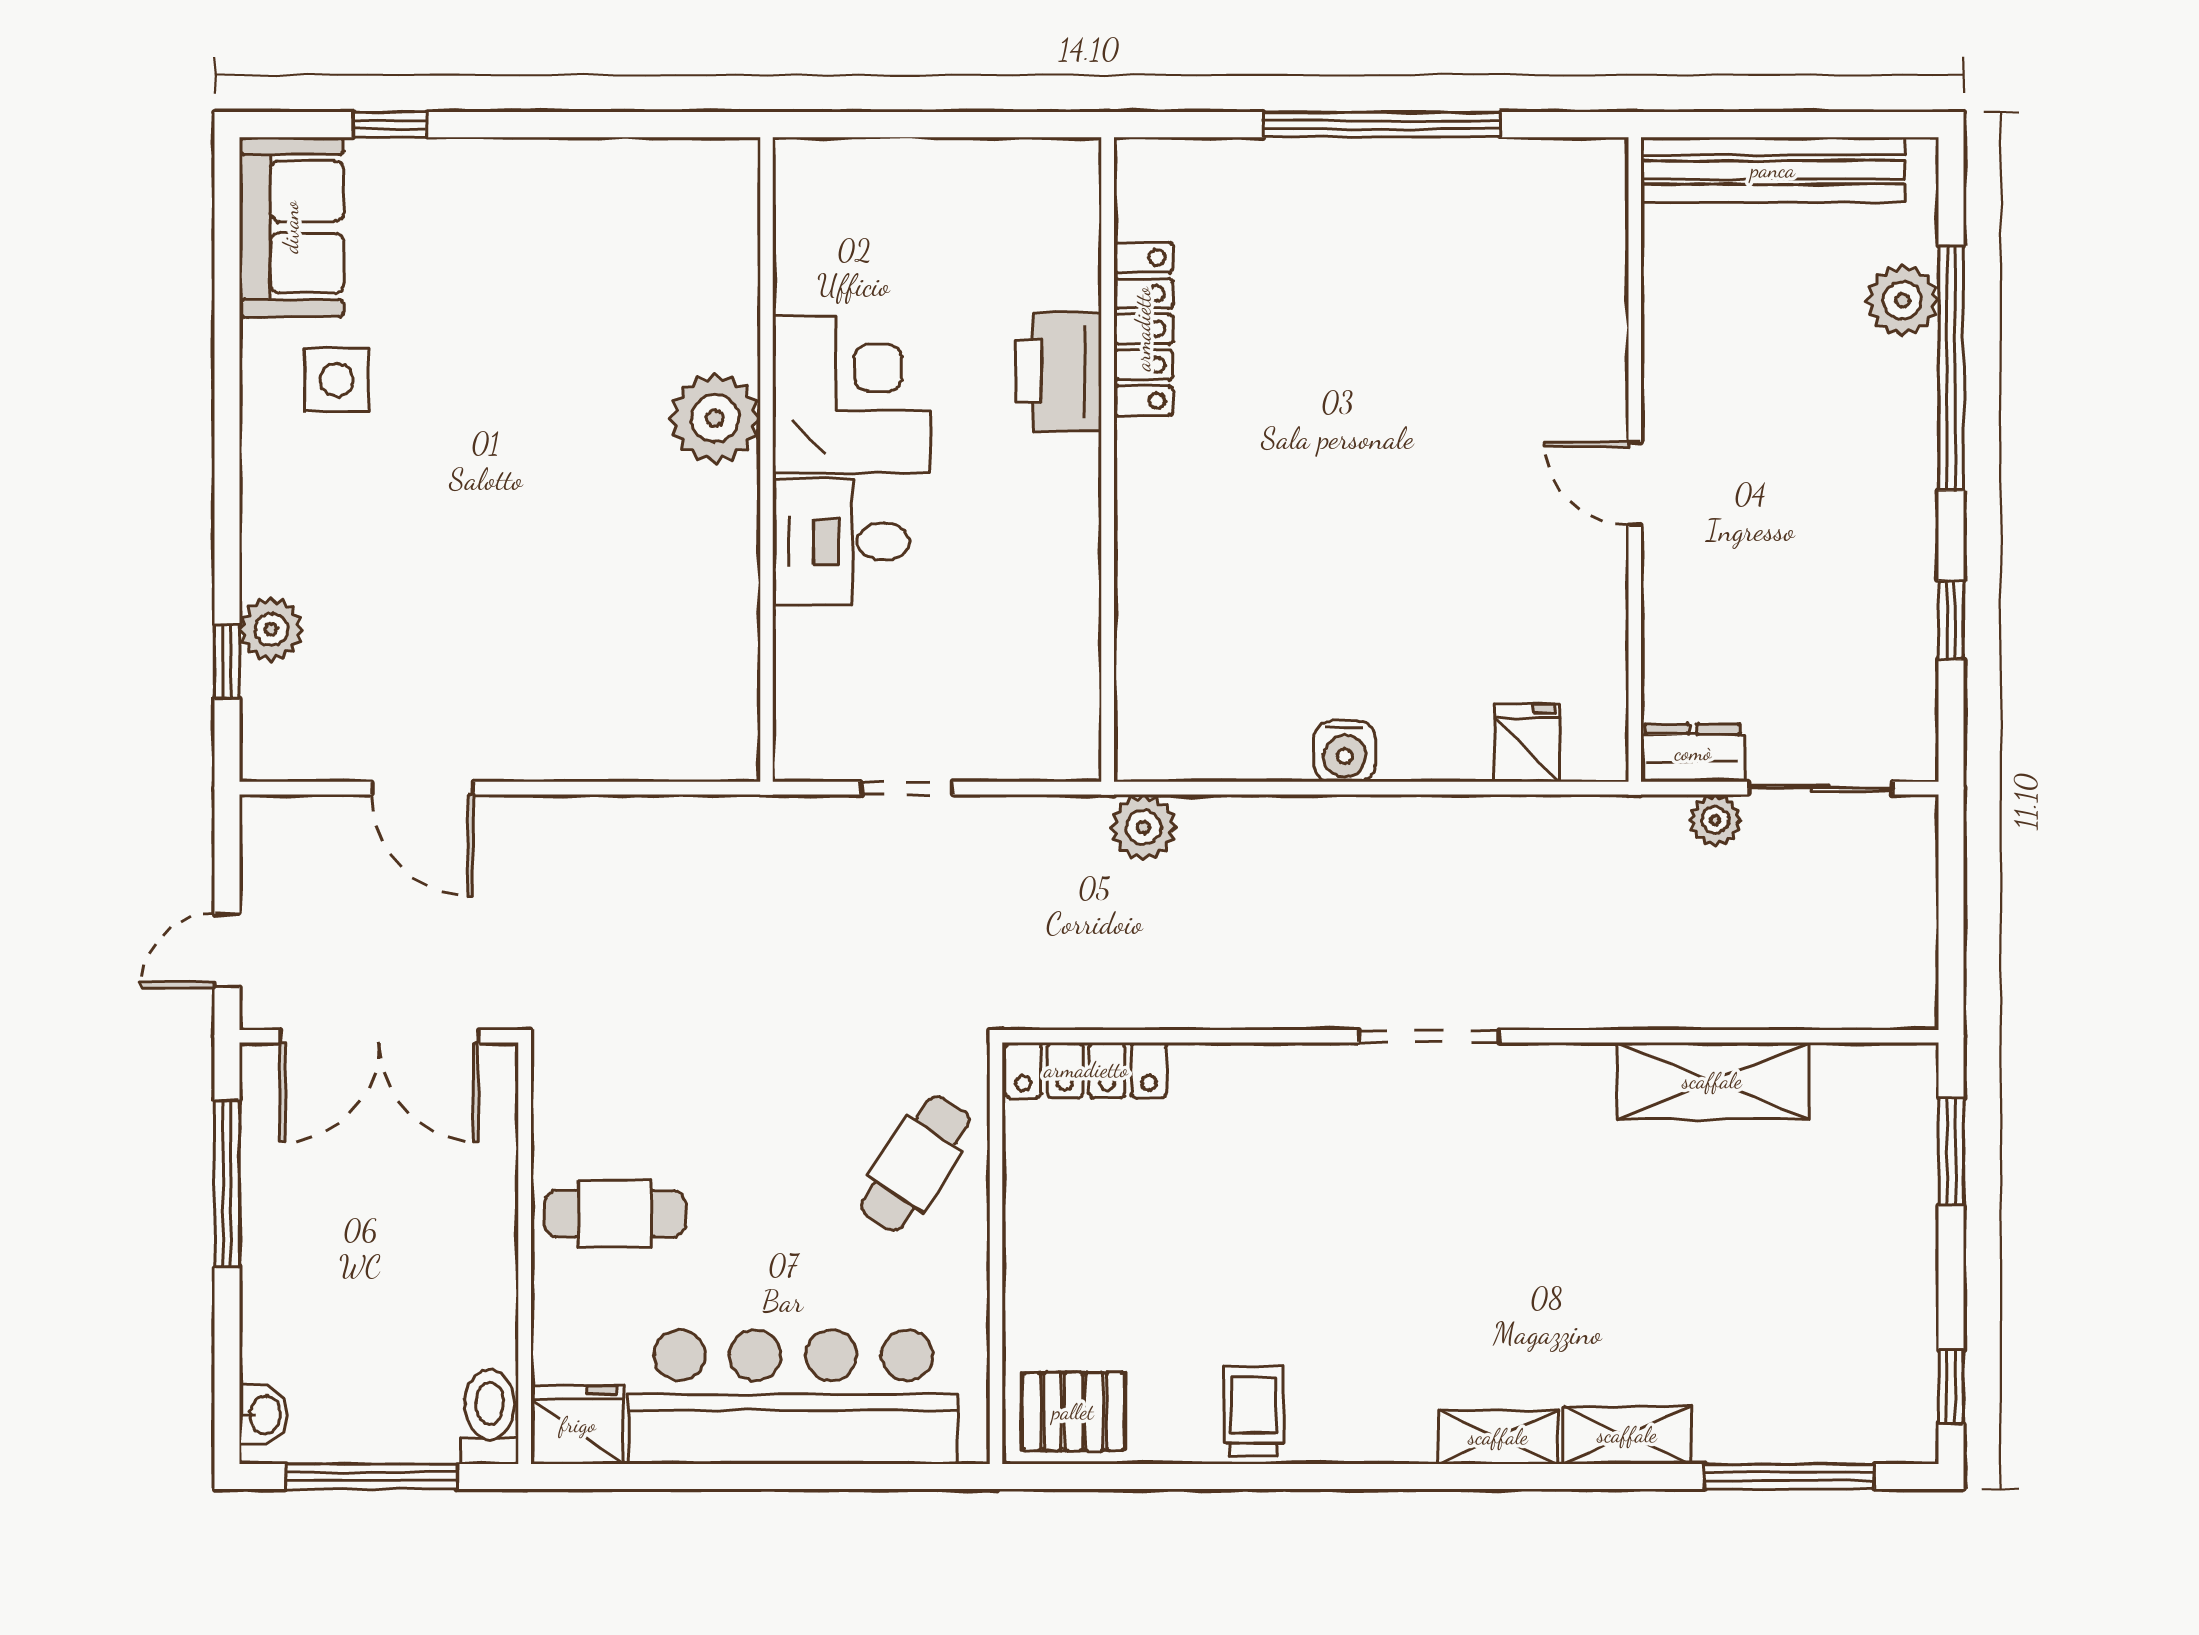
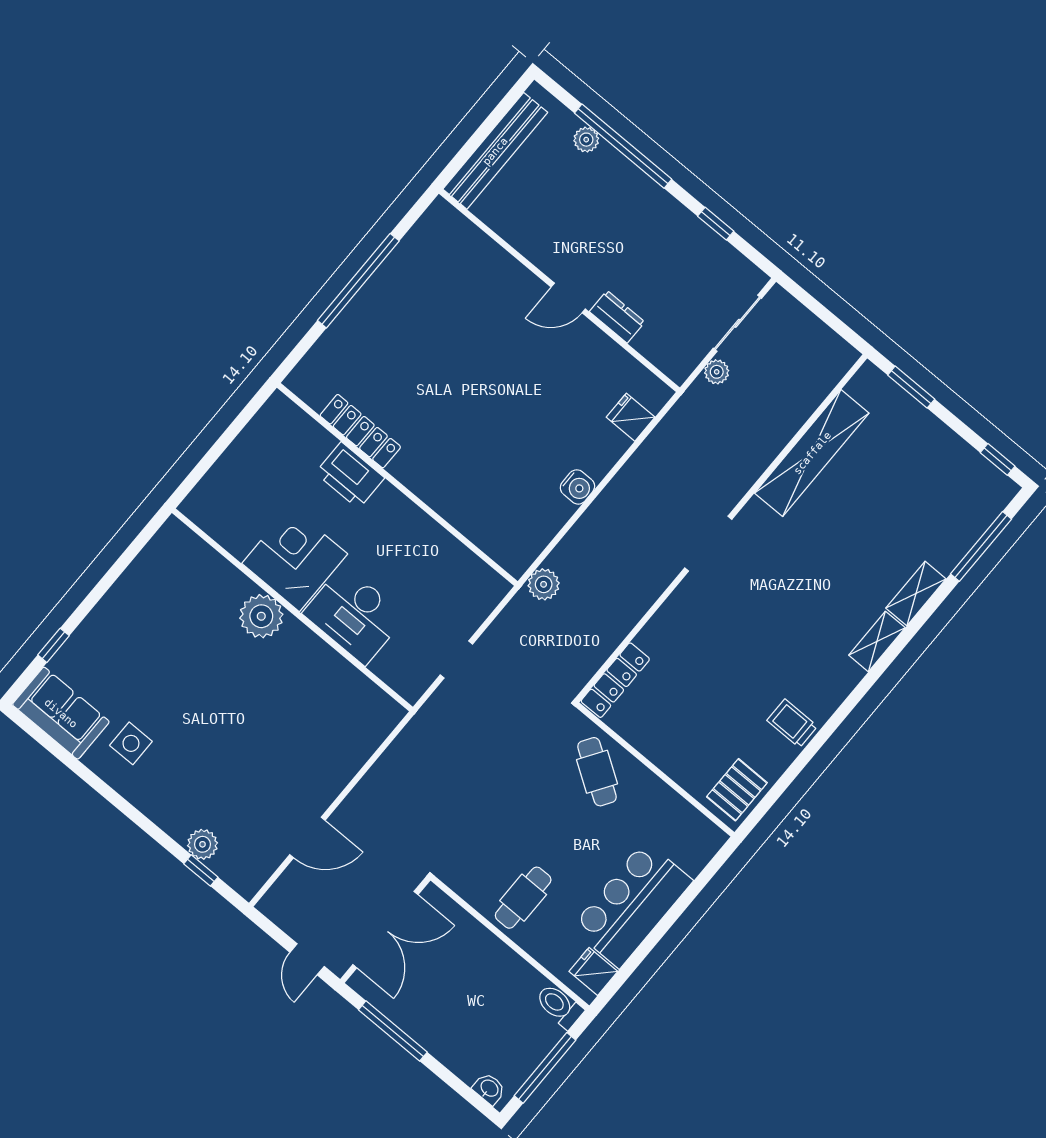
plant: (1902, 300) -> (586, 140), width x0.73, depth x0.73
desk: (841, 542) -> (354, 615), width x1.37
dresser: (1693, 753) -> (617, 317), moved, turned 90
shelving: (1712, 1081) -> (812, 453), width x1.47
bar counter: (793, 1397) -> (632, 904), width x0.73
fridge: (578, 1425) -> (593, 971), width x0.72

